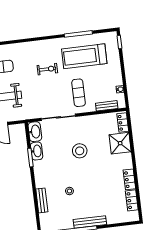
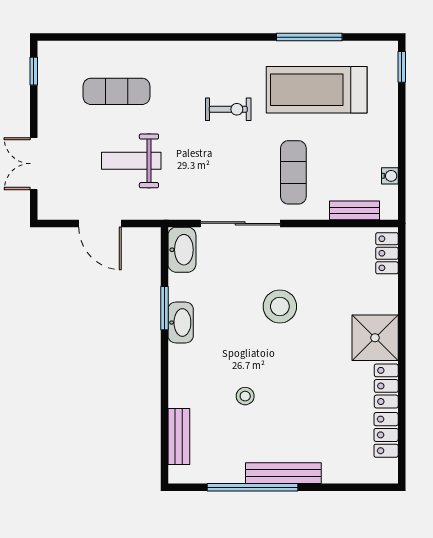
shower: (120, 143) -> (375, 338), moved
washbasin: (37, 151) -> (181, 323), moved
bench: (42, 200) -> (179, 437), moved

